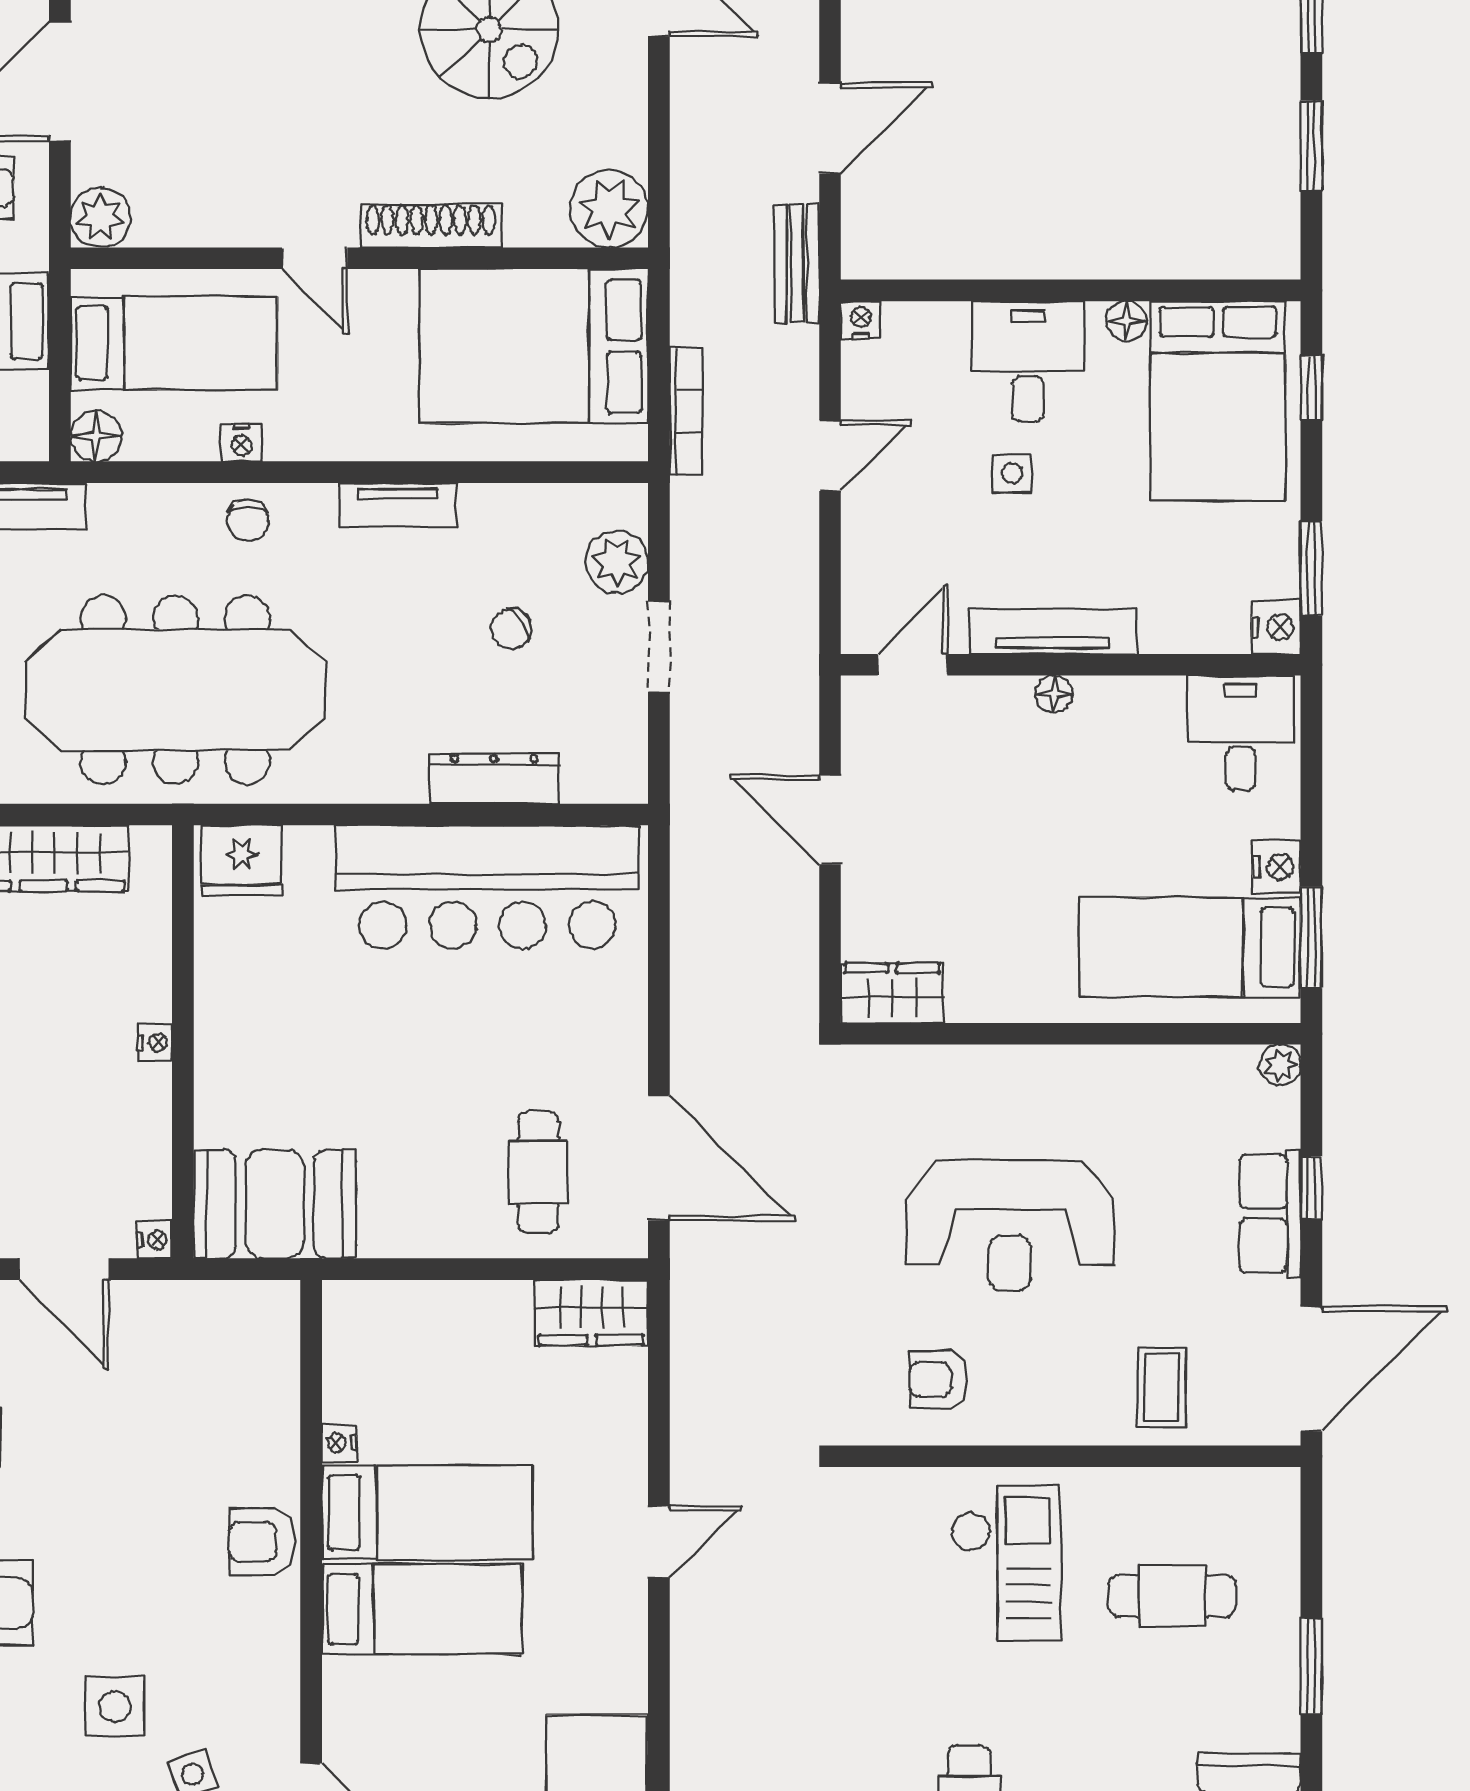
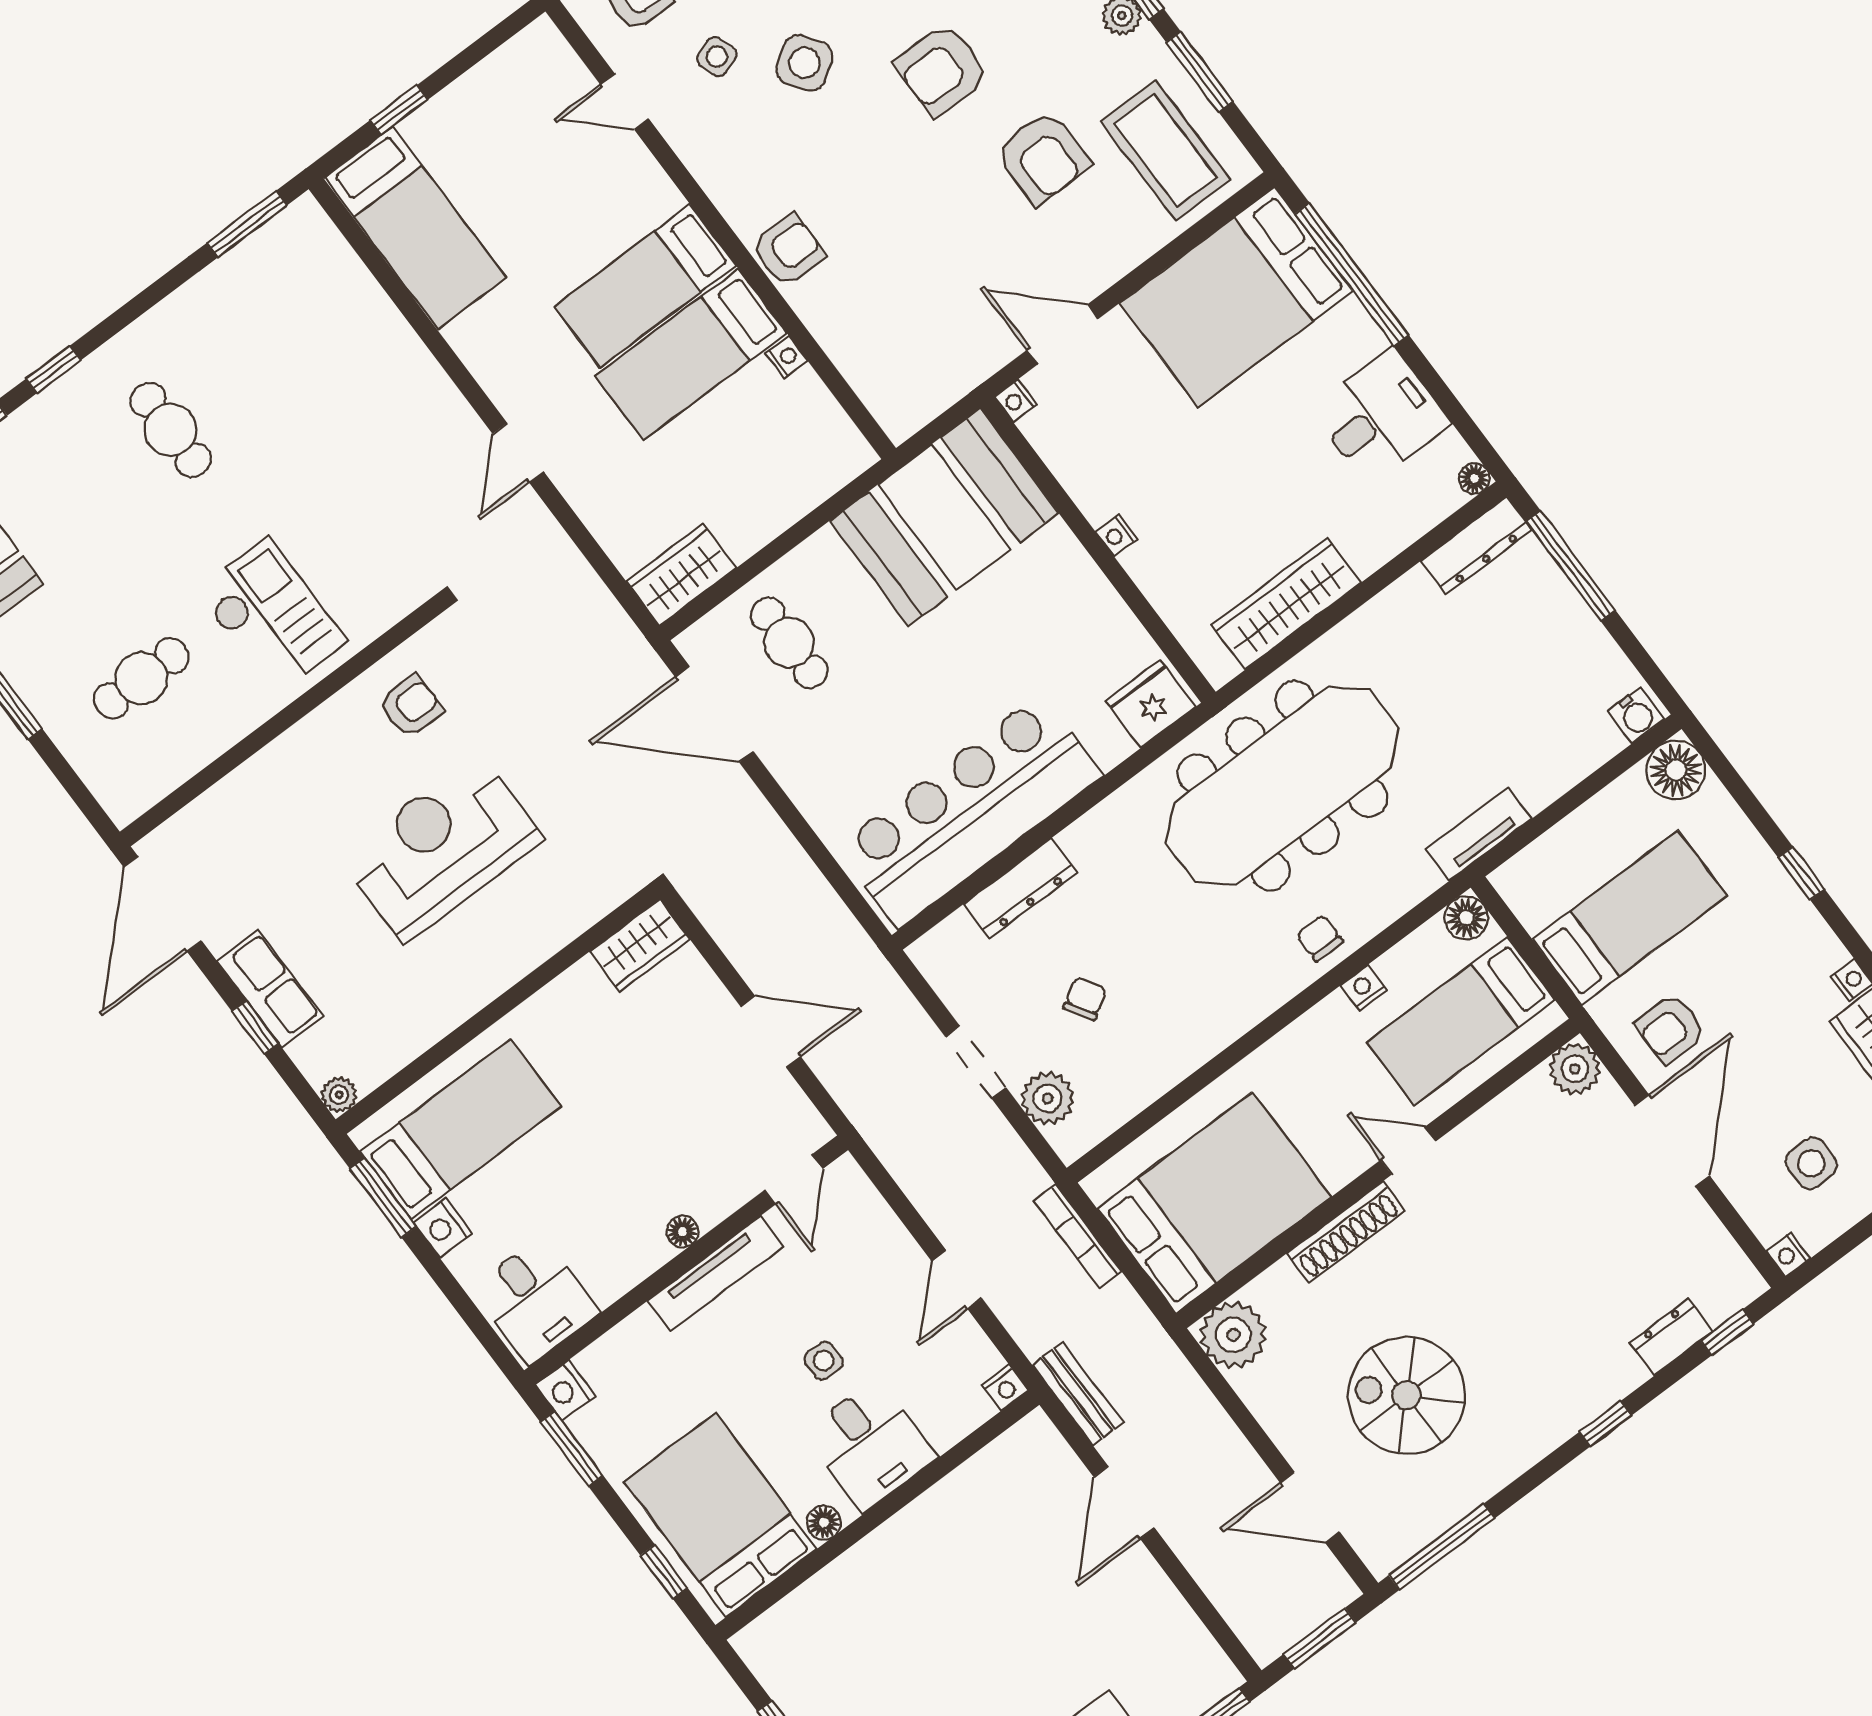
tv unit: (398, 505) -> (1226, 1025), removed
booth: (275, 1204) -> (944, 517), width x1.36, depth x1.42
coffee table: (1162, 1387) -> (255, 815), removed
checkout: (1006, 1562) -> (272, 616), turned 180
side table: (115, 1706) -> (804, 63), turned -35

